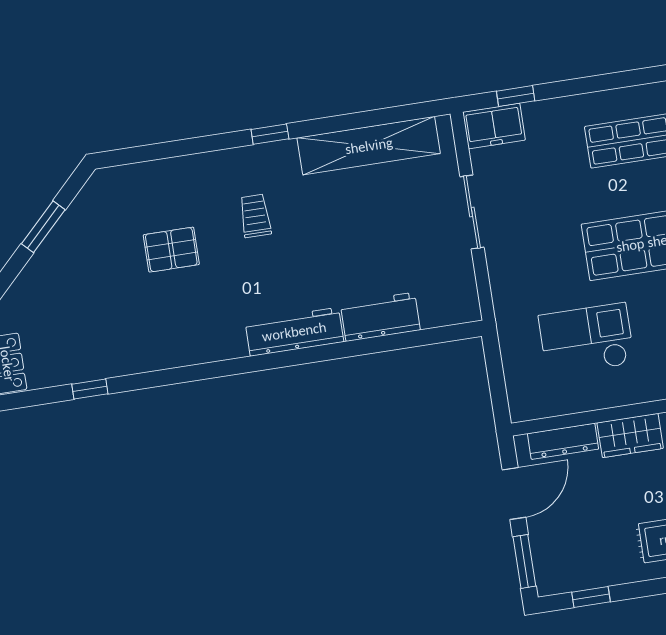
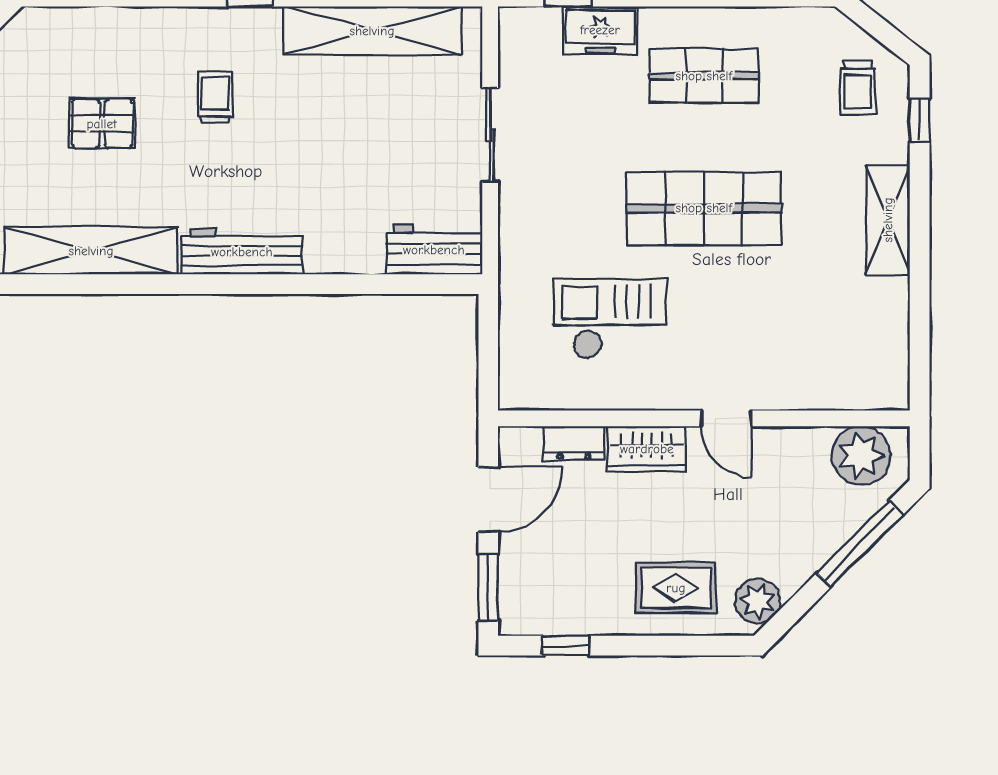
freezer: (494, 126) -> (600, 30), moved
workbench: (380, 317) -> (434, 250), moved
shelving: (178, 349) -> (91, 251), added
dresser: (563, 441) -> (574, 443), width x0.70

